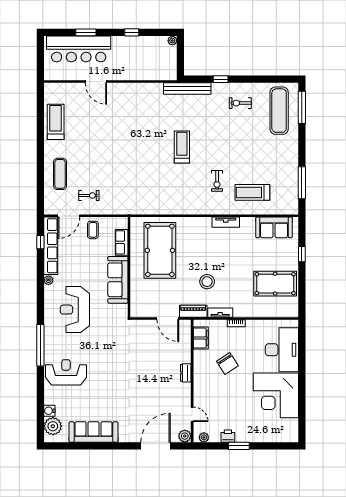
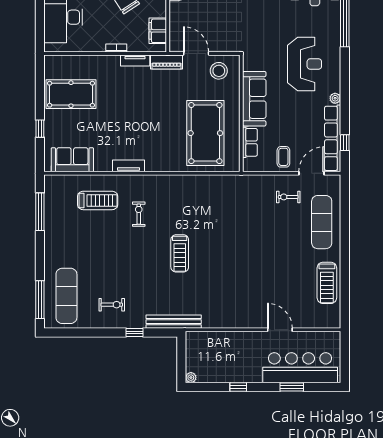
exercise mat: (60, 174) -> (322, 222), width x1.36, depth x1.45
stool: (207, 282) -> (219, 71), moved

